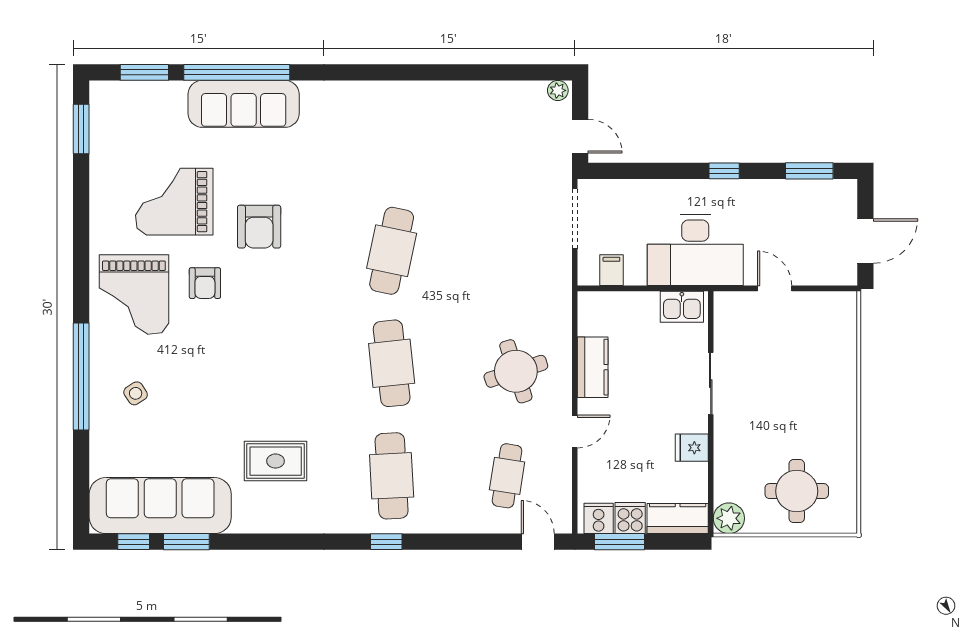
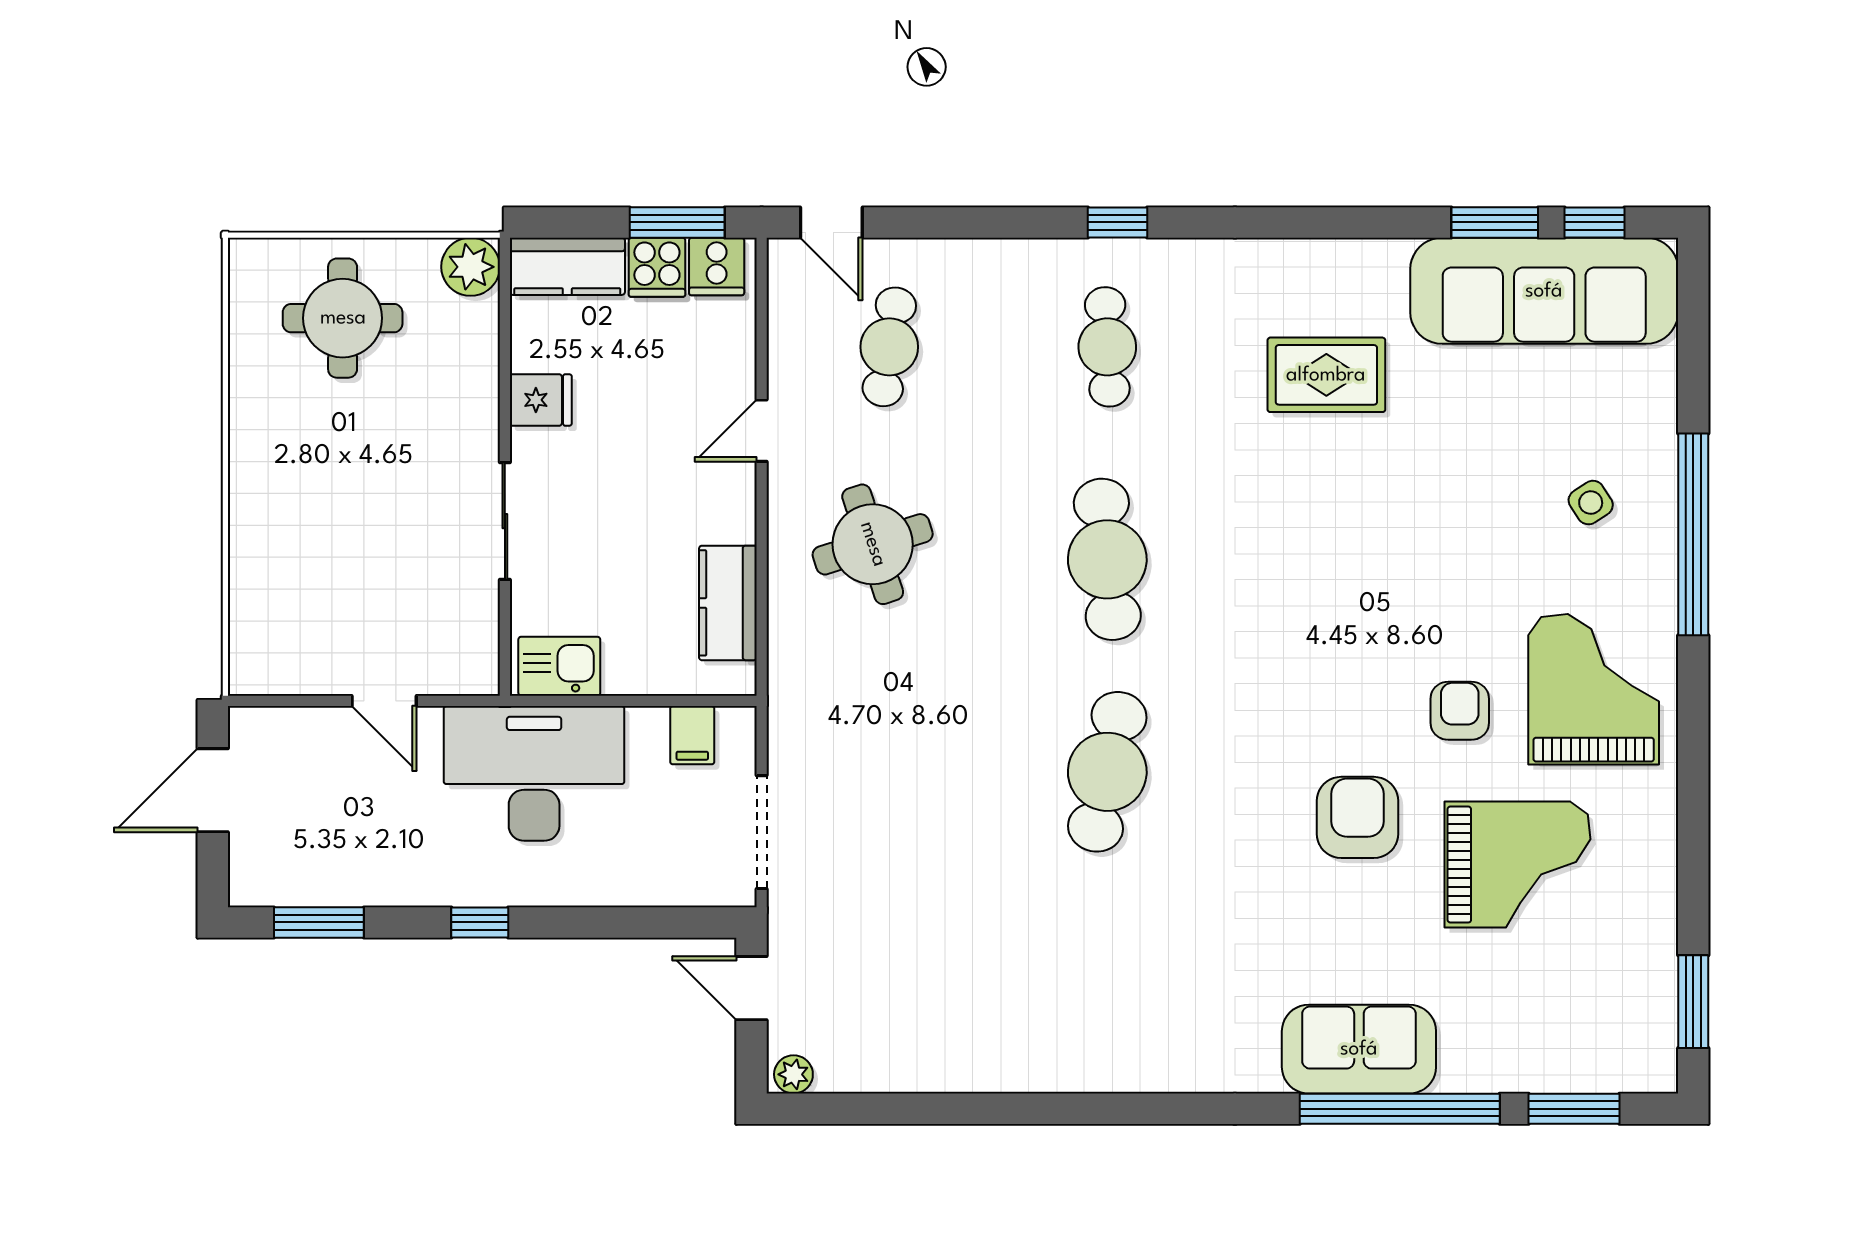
sofa: (244, 104) -> (1359, 1049), width x0.73
kitchen counter: (593, 367) -> (728, 603), moved
cafe table: (392, 476) -> (1107, 347), width x0.73, depth x0.74

